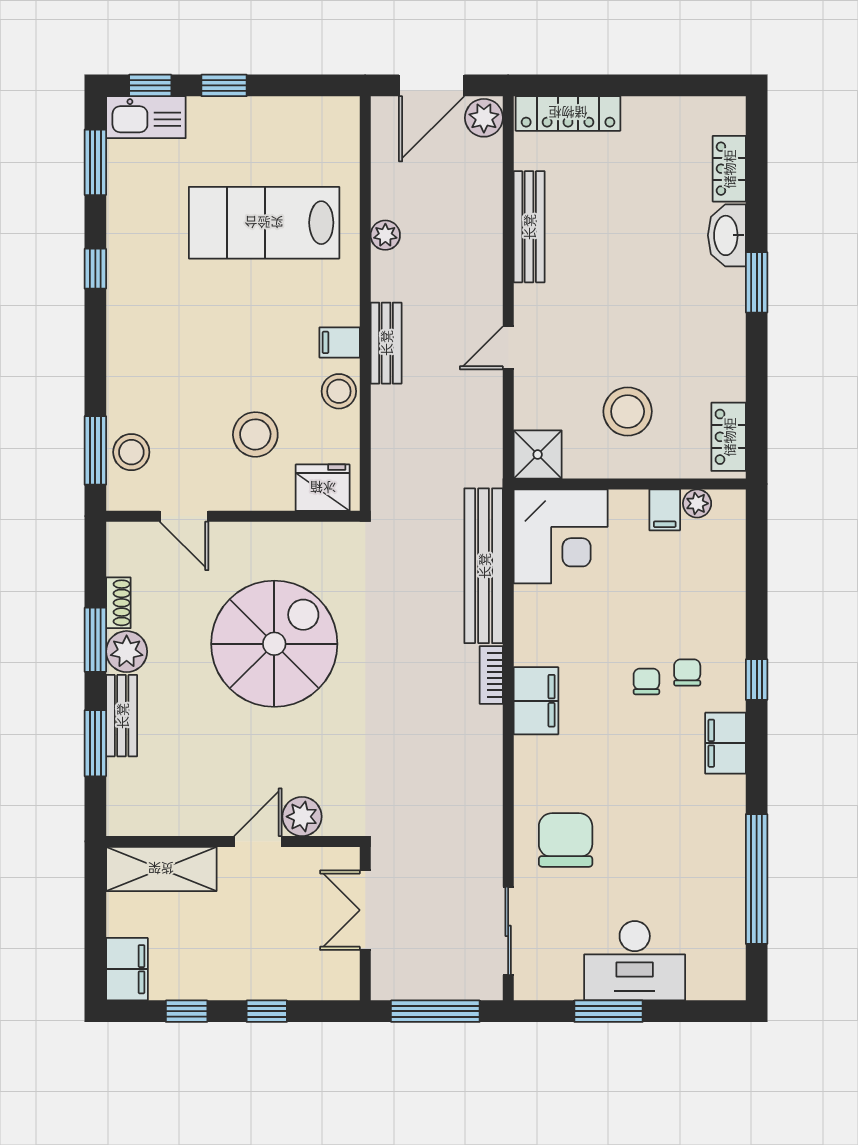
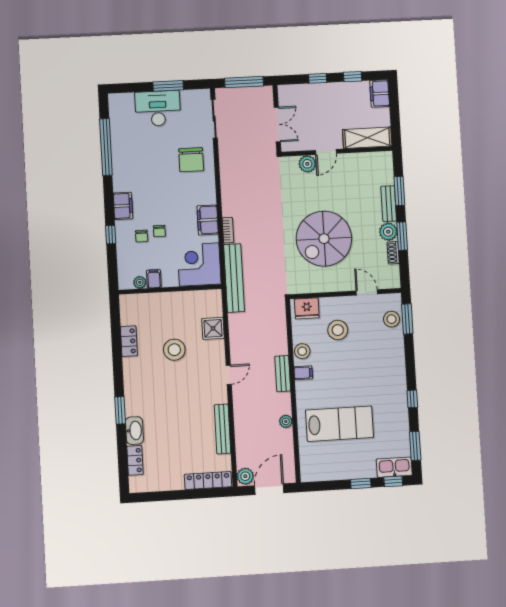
wall: (630, 484) -> (170, 289), moved
plant: (697, 503) -> (140, 282), moved
filing cabinet: (665, 510) -> (154, 279), moved
corner desk: (561, 536) -> (199, 265), moved

